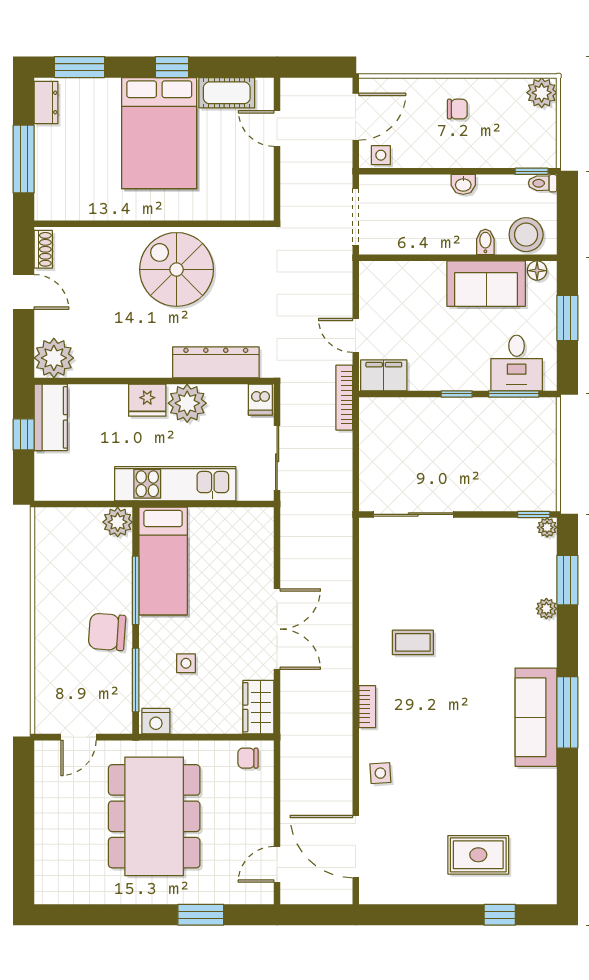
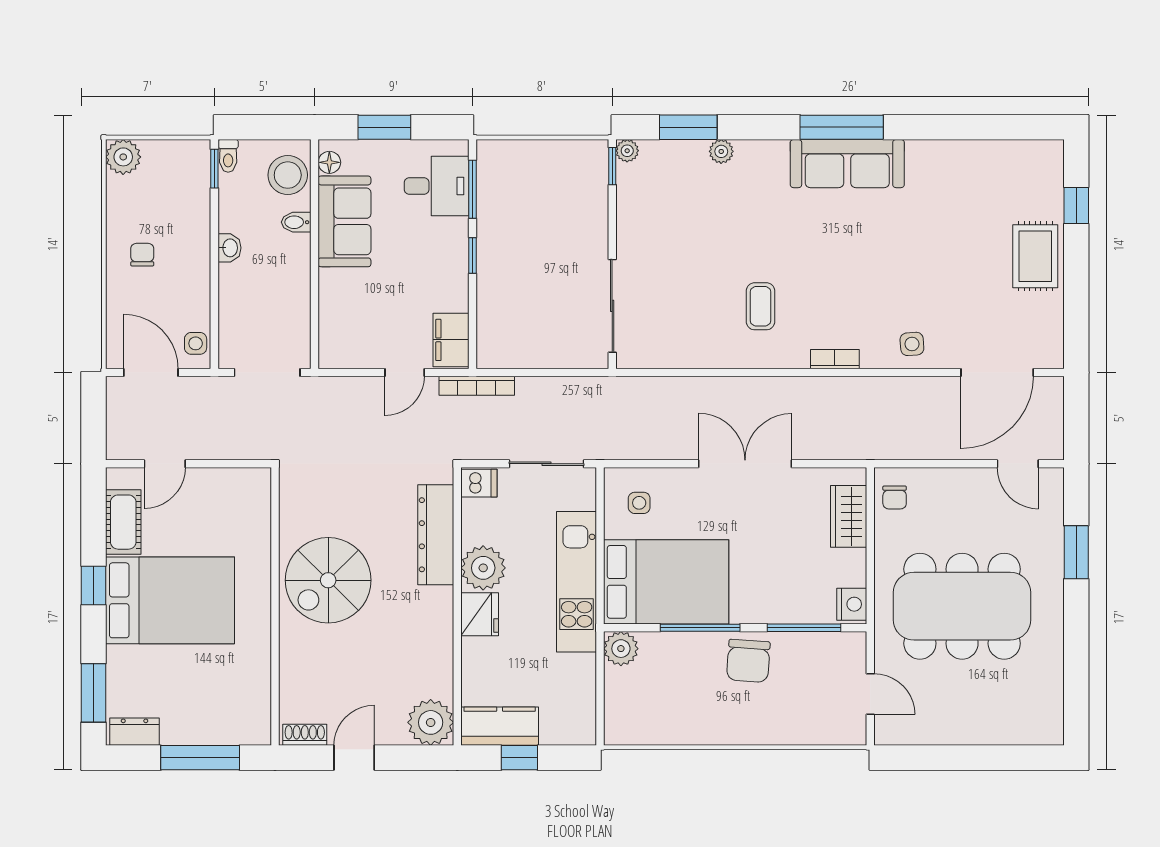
bed: (163, 561) -> (666, 582), width x1.50
side table: (186, 663) -> (639, 503), moved
wardrobe: (258, 707) -> (849, 516), moved, turned 90
rug: (478, 855) -> (1035, 256), moved

